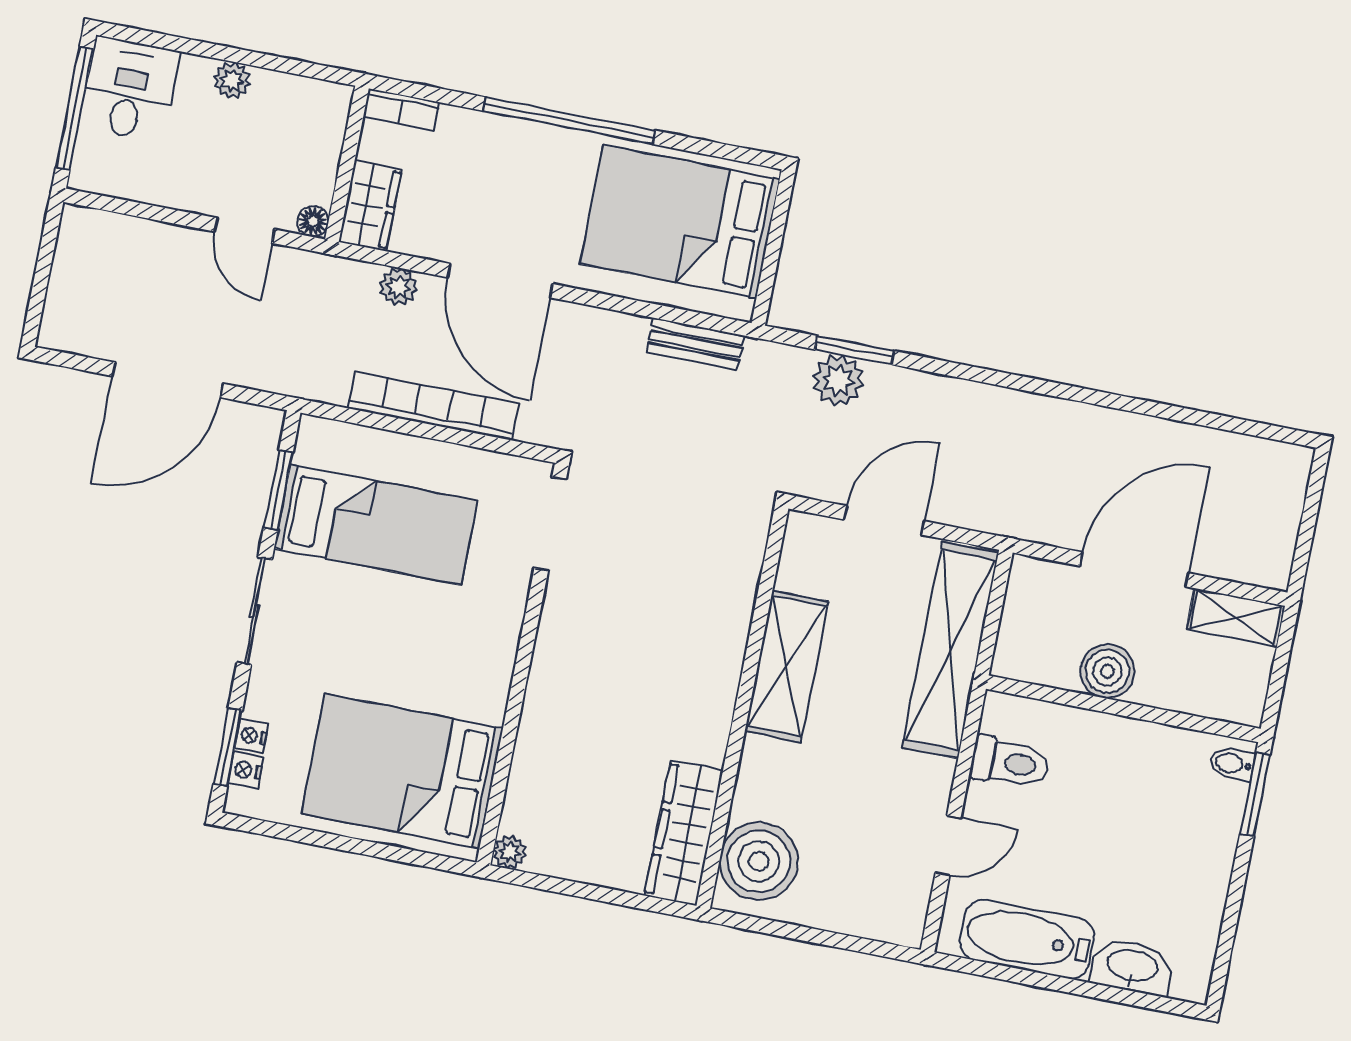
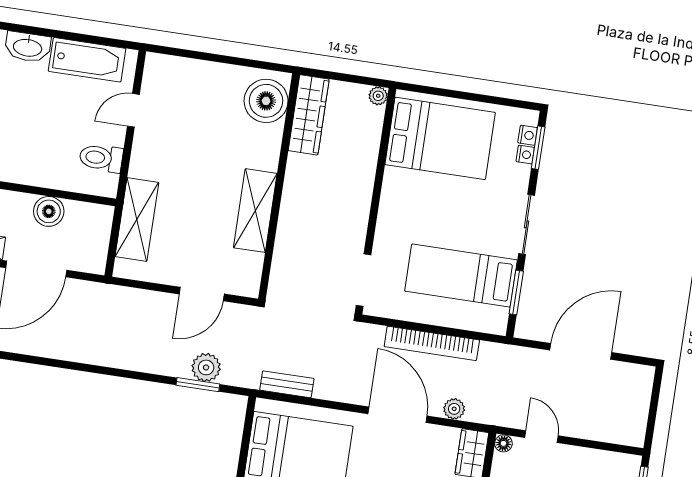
door: (884, 520) -> (202, 294), moved
shelving: (950, 650) -> (137, 219), width x0.68
shelving: (787, 666) -> (255, 211), moved
wall: (742, 707) -> (279, 187), moved
wardrobe: (684, 833) -> (309, 115), moved
boiler: (759, 861) -> (266, 101), moved

